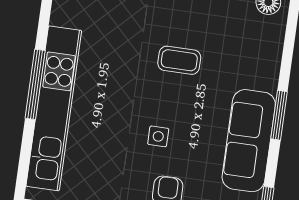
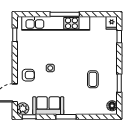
coffee table: (179, 60) -> (93, 79), moved
sofa: (249, 141) -> (48, 106), width x0.73

